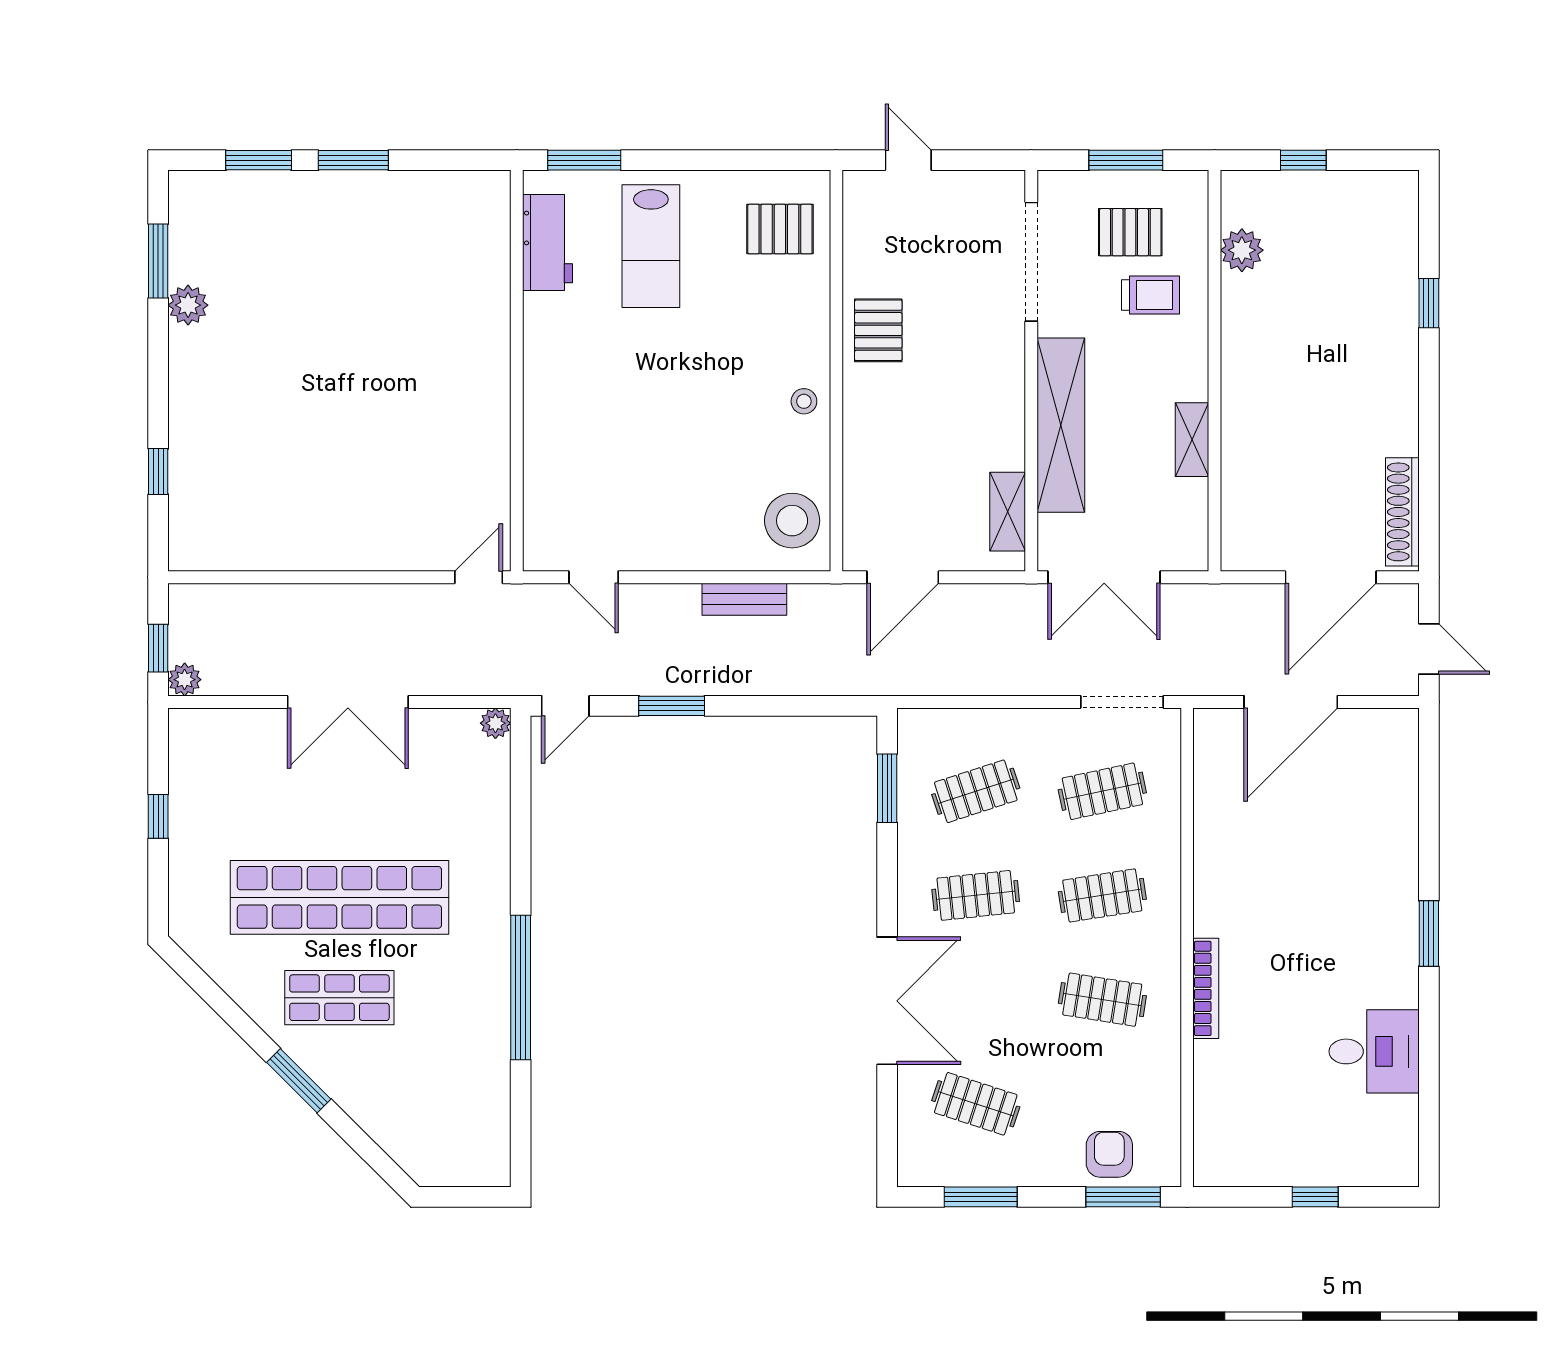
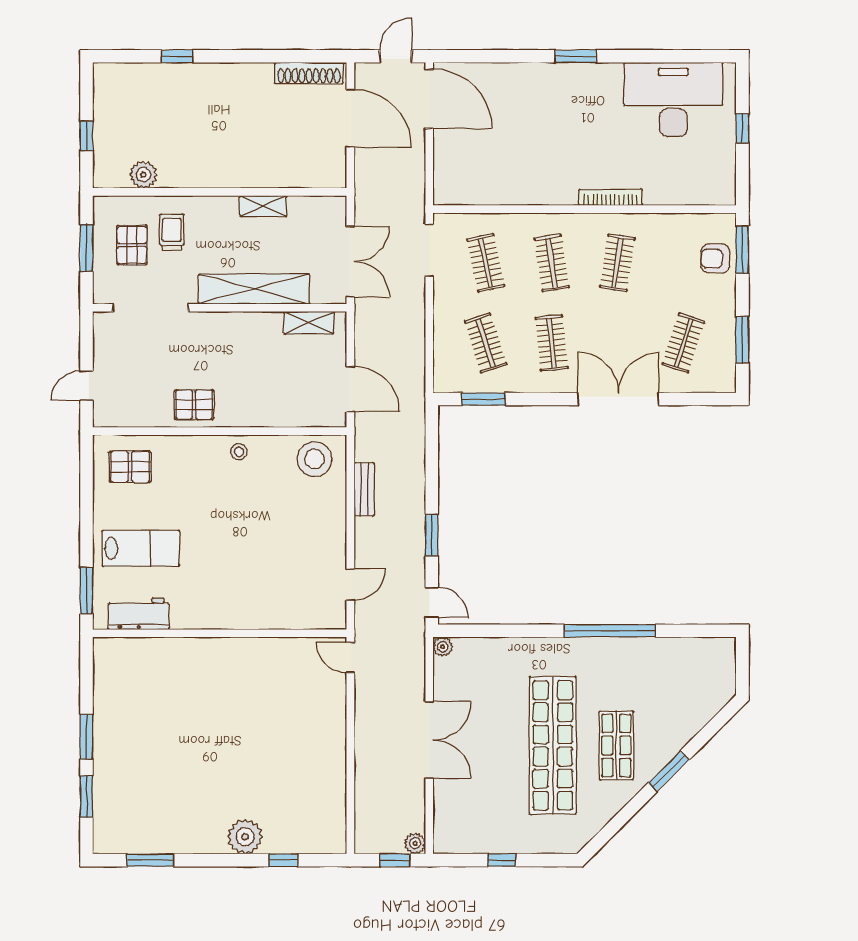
pallet: (780, 229) -> (130, 467), turned 90
plant: (188, 305) -> (245, 837), moved, width x1.36, depth x1.36
door: (1291, 702) -> (429, 99), moved
desk: (1374, 1051) -> (673, 99), width x1.87, depth x1.30

